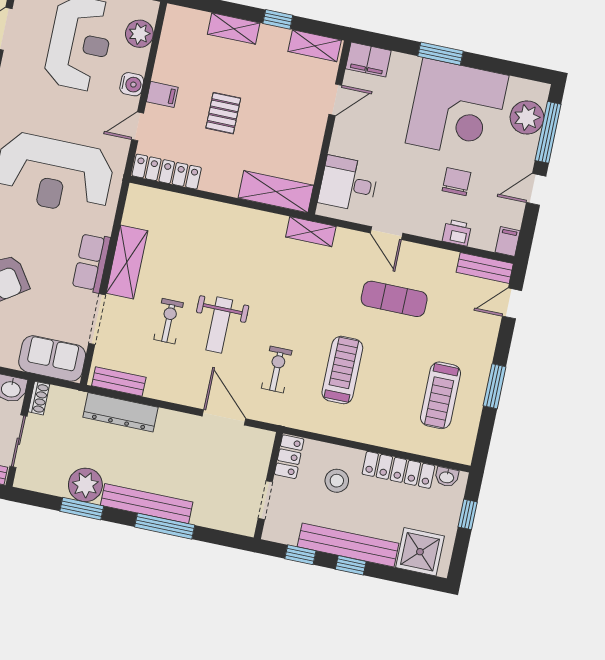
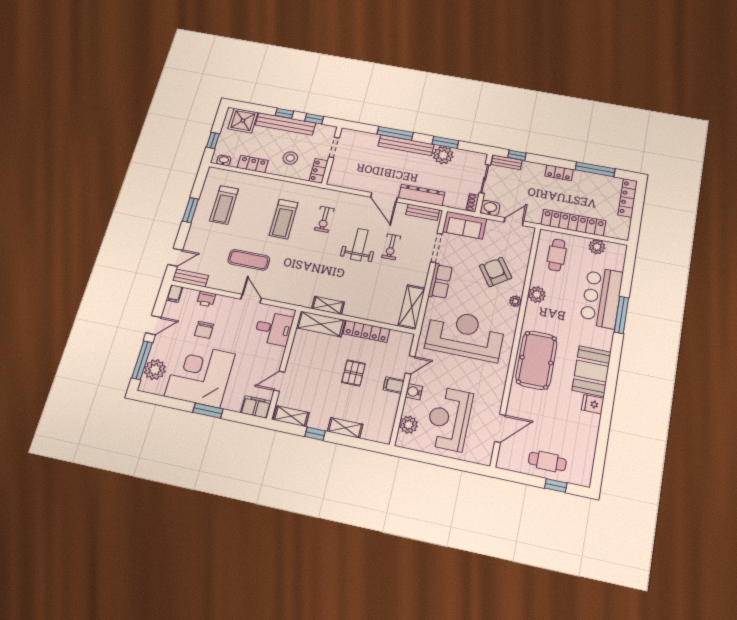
locker: (167, 172) -> (366, 331), moved
shelving: (311, 232) -> (328, 305), moved
shelving: (127, 262) -> (412, 307), moved
treadmill: (440, 395) -> (224, 205), turned 180
door: (224, 417) -> (384, 197), moved
locker: (398, 470) -> (253, 164), width x0.66

